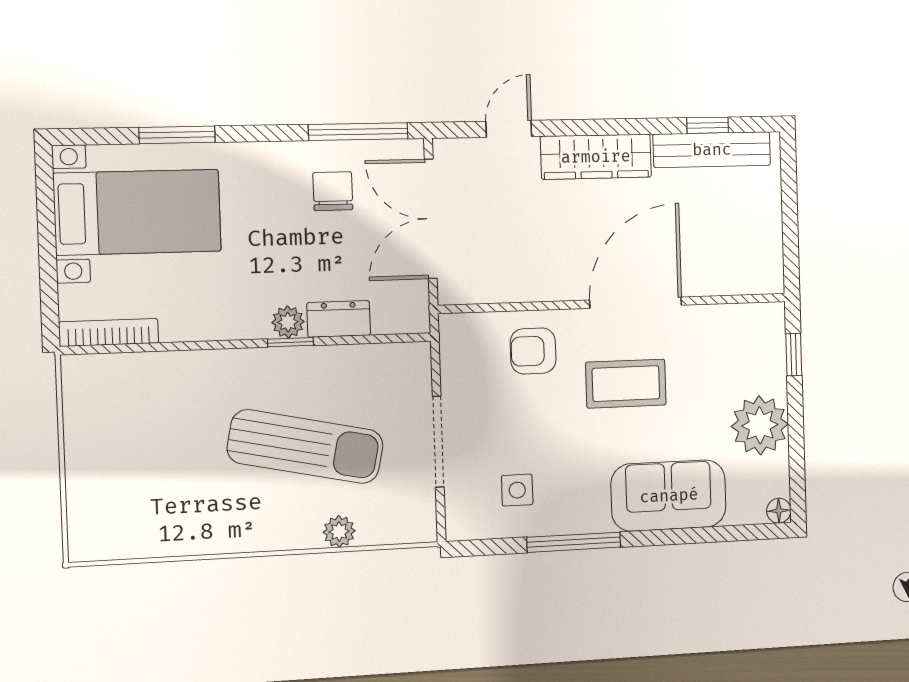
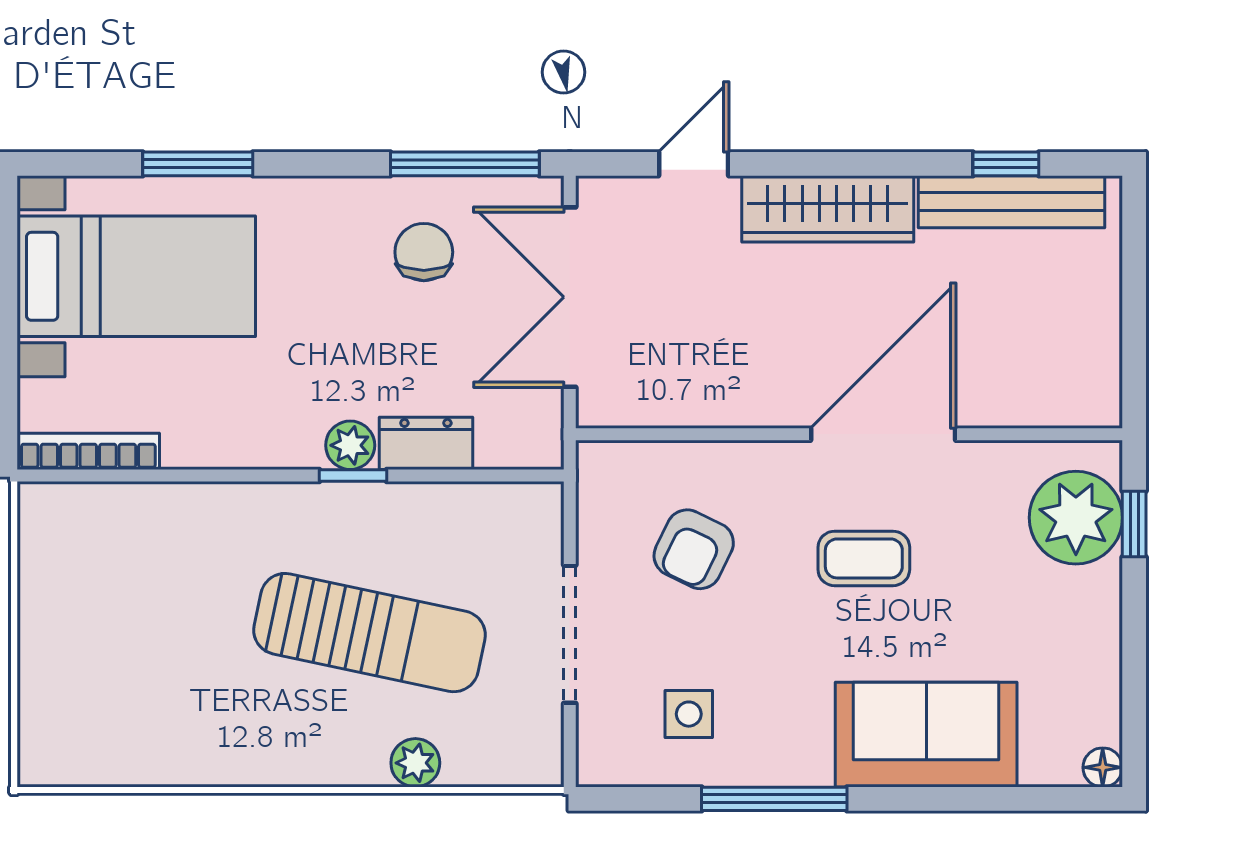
armchair: (533, 351) -> (694, 549), moved, turned -64
coffee table: (626, 384) -> (864, 558), width x0.73, depth x0.77
plant: (760, 425) -> (1076, 518), moved

